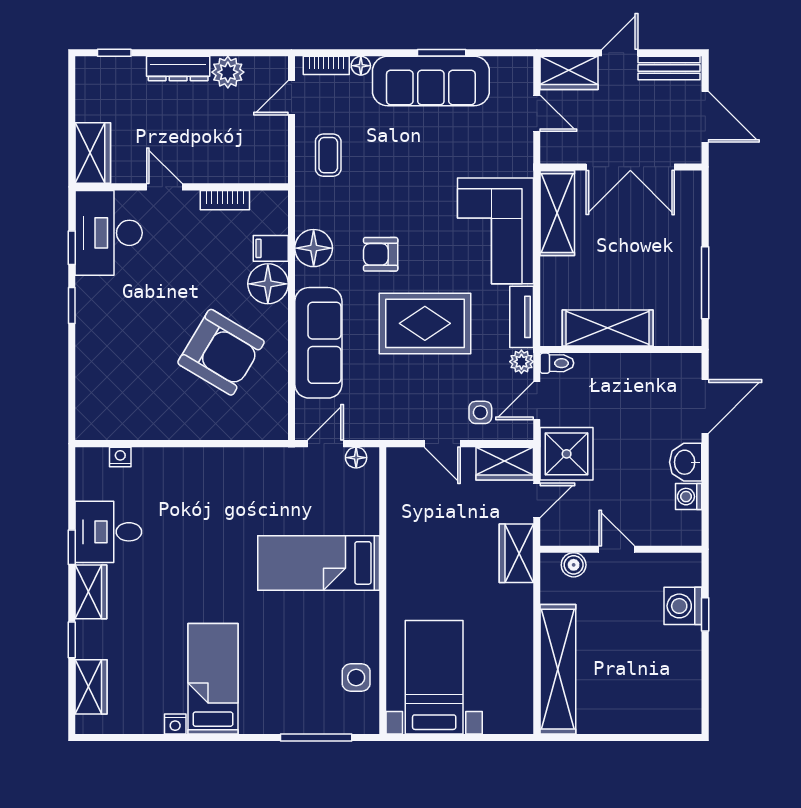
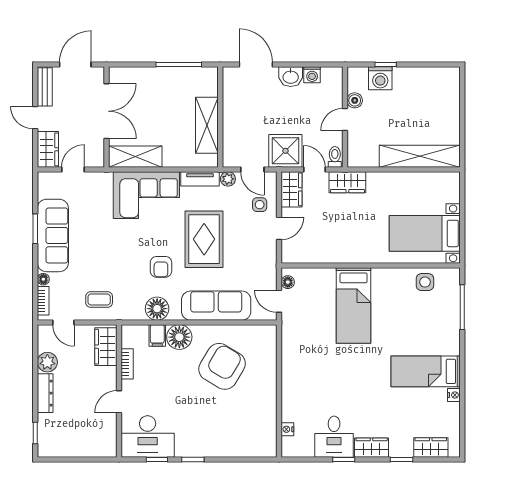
wardrobe: (93, 153) -> (106, 347), moved, turned -90
toilet: (557, 363) -> (335, 157), moved
boiler: (574, 565) -> (355, 100), moved

